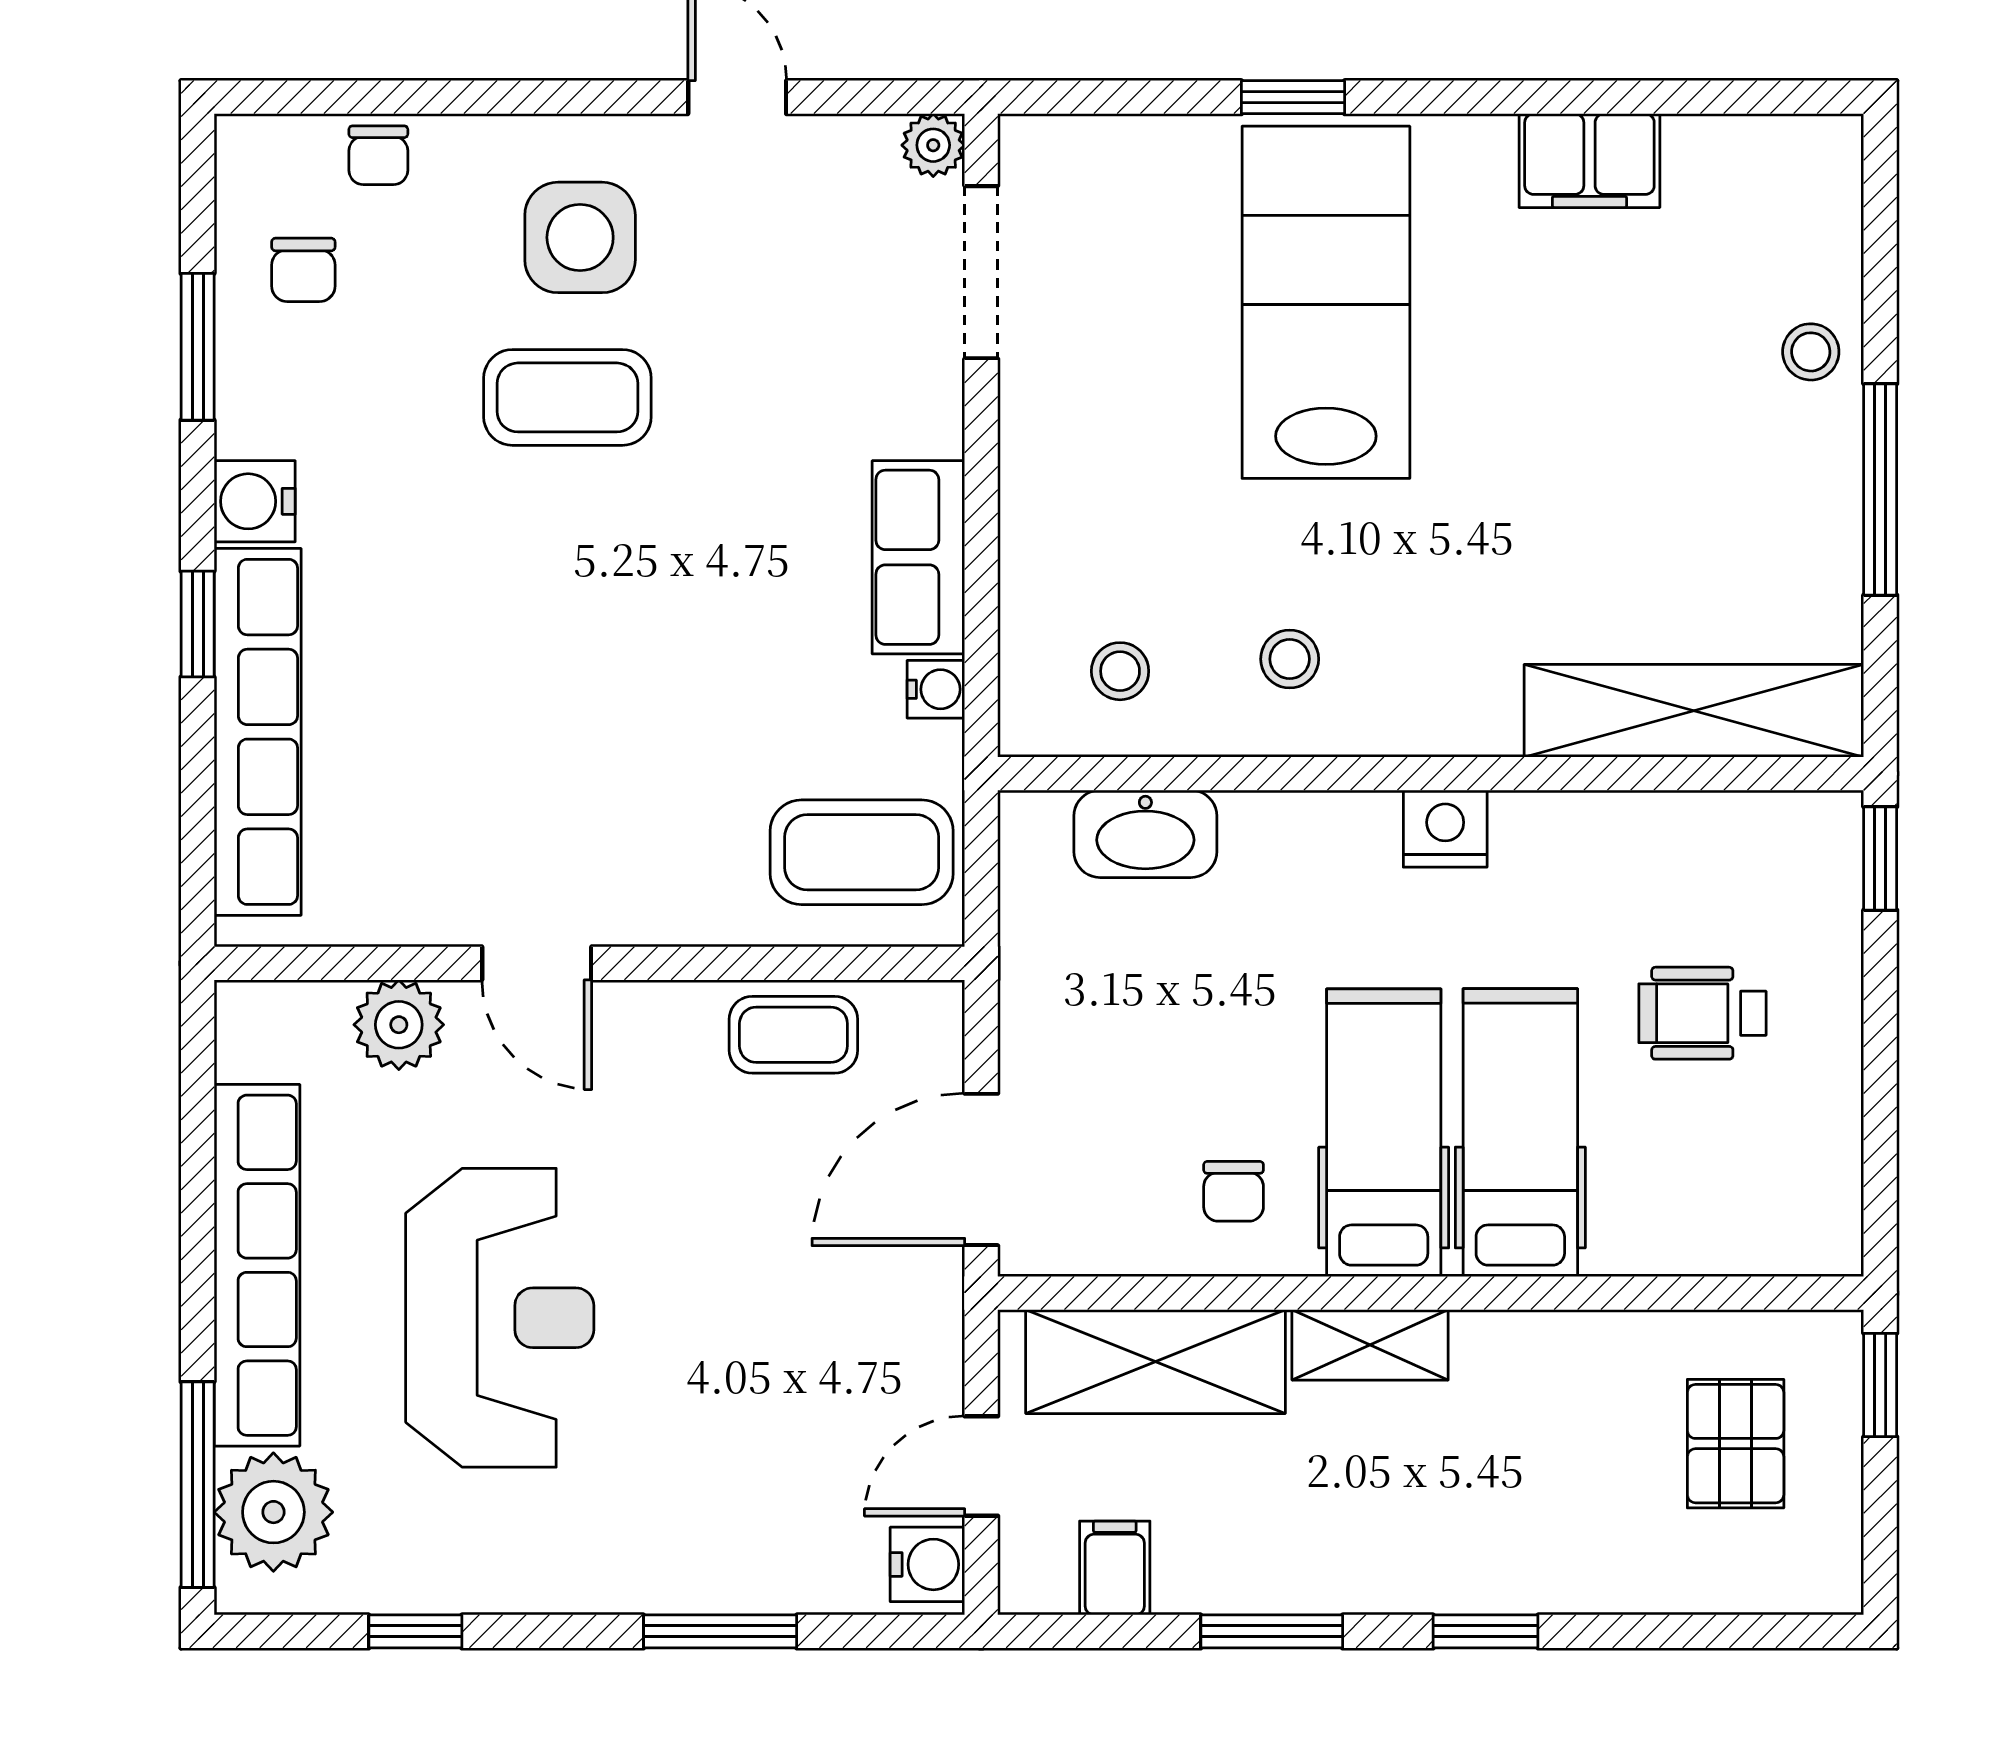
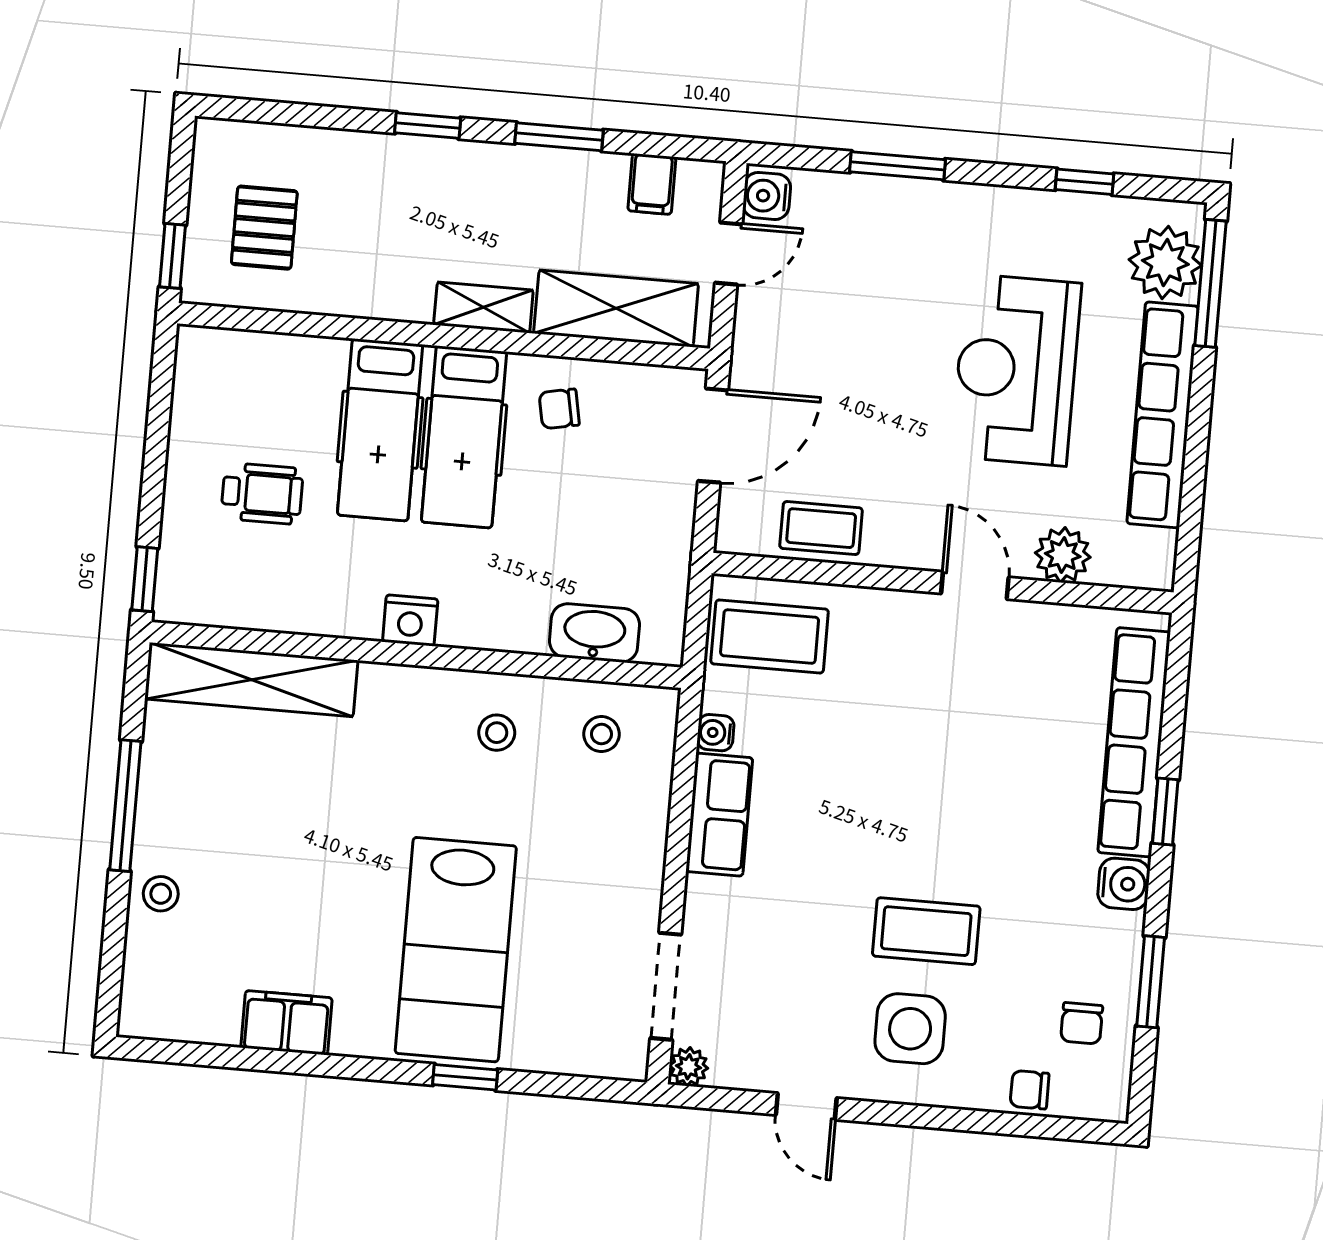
chair: (378, 155) -> (1030, 1090), turned -90
chair: (303, 270) -> (1082, 1023), turned 180
chair: (1234, 1191) -> (559, 409), turned -101

